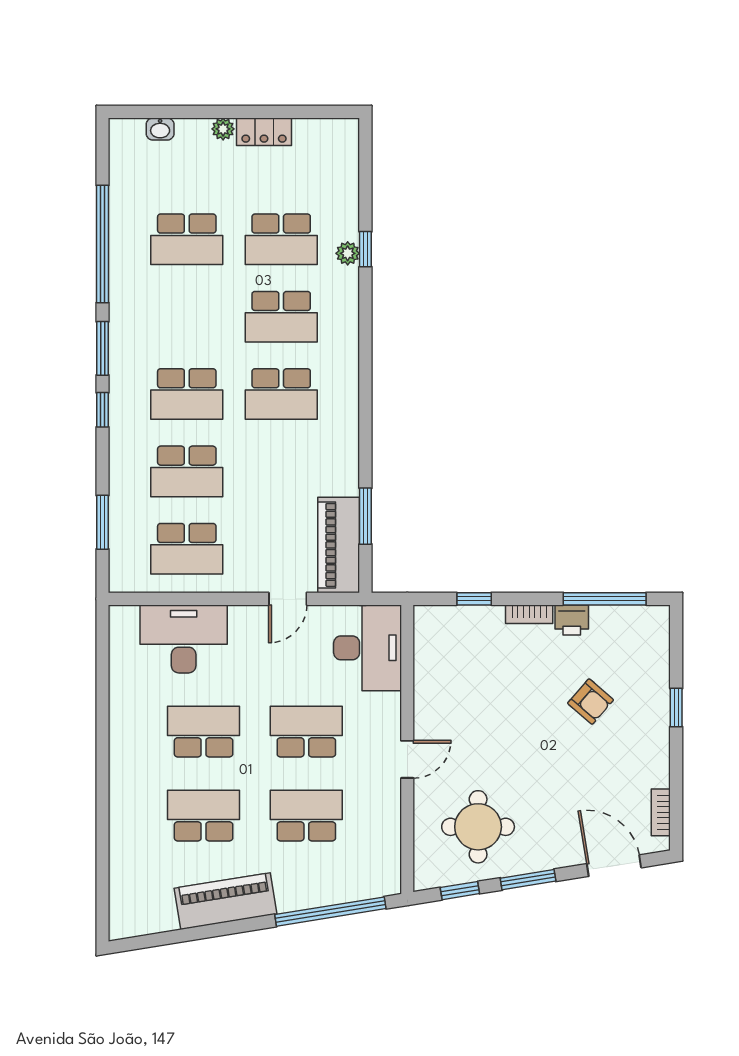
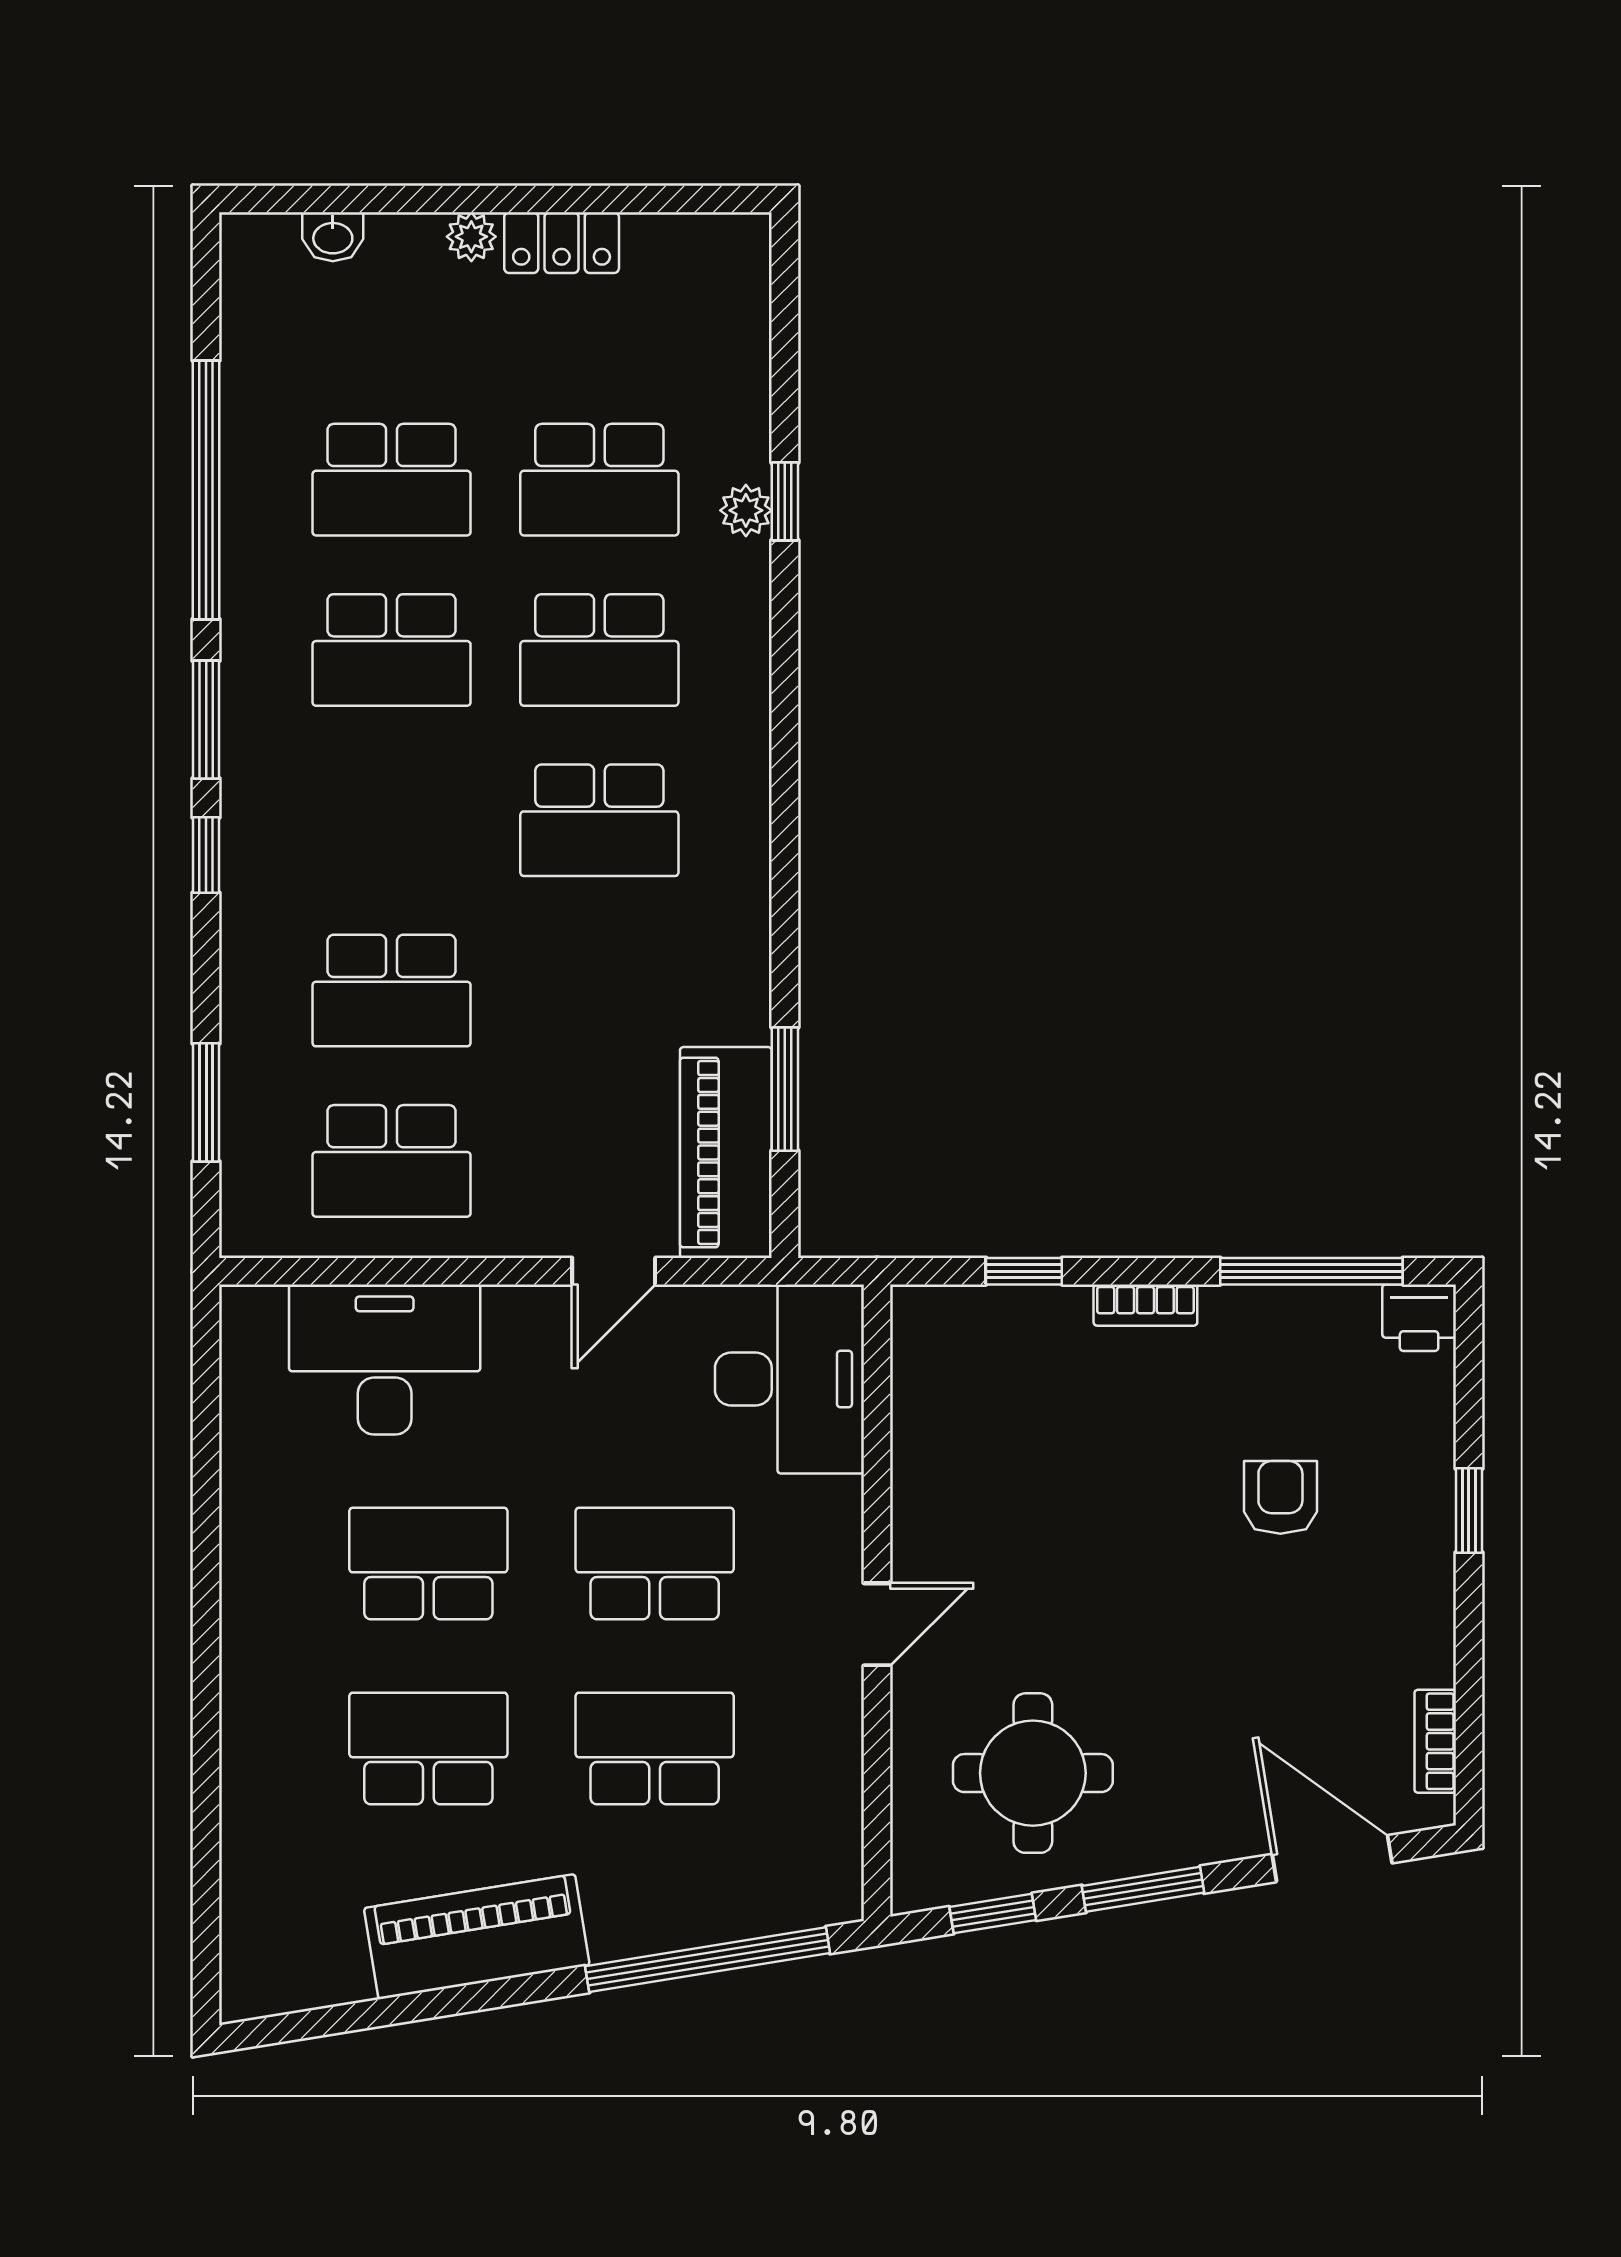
school desk: (187, 394) -> (392, 650), moved
printer: (572, 620) -> (1419, 1318), moved
armchair: (591, 702) -> (1280, 1497), turned -131

